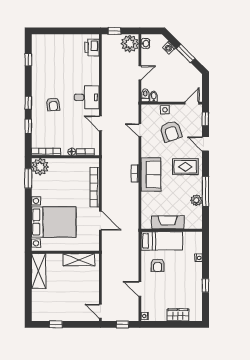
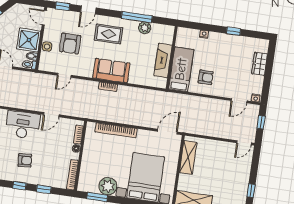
shower: (169, 91) -> (29, 40), added
desk: (87, 97) -> (23, 125), width x1.37
armchair: (171, 131) -> (70, 43), turned 108
plant: (40, 167) -> (108, 186), moved
rug: (185, 167) -> (109, 34), turned 90
door: (100, 221) -> (167, 132), moved
door: (140, 289) -> (239, 101), moved

